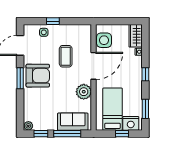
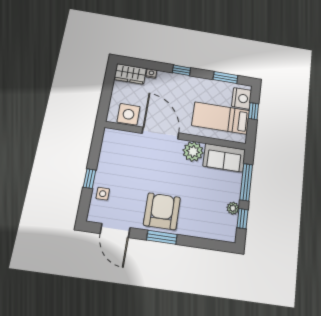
coffee table: (66, 56) -> (141, 168), removed
sofa: (73, 122) -> (224, 158), moved, turned -90
plant: (28, 126) -> (233, 208), moved

